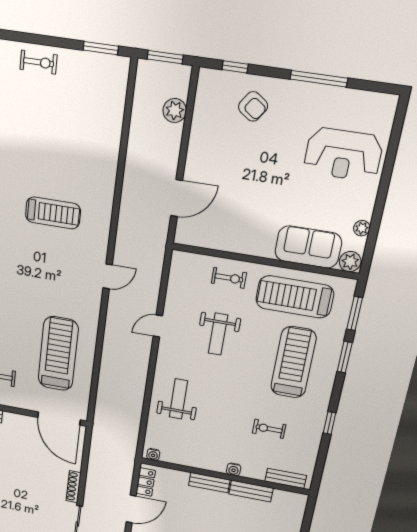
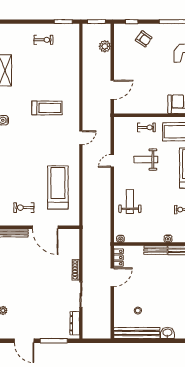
exercise bike: (39, 62) -> (43, 40), moved
weight bench: (218, 334) -> (146, 160), turned 90
door: (59, 419) -> (45, 227), moved

